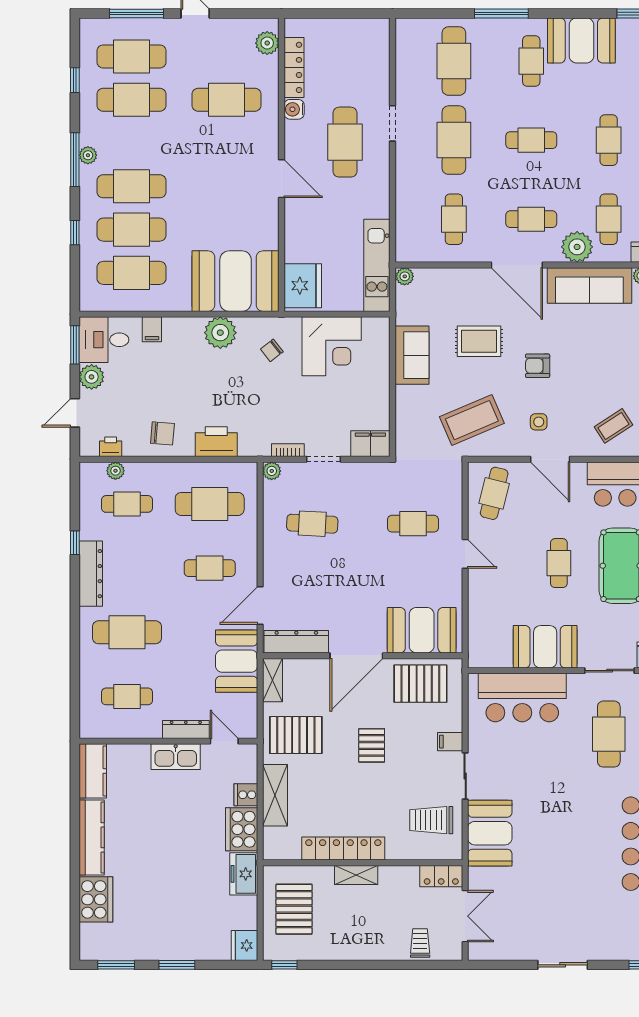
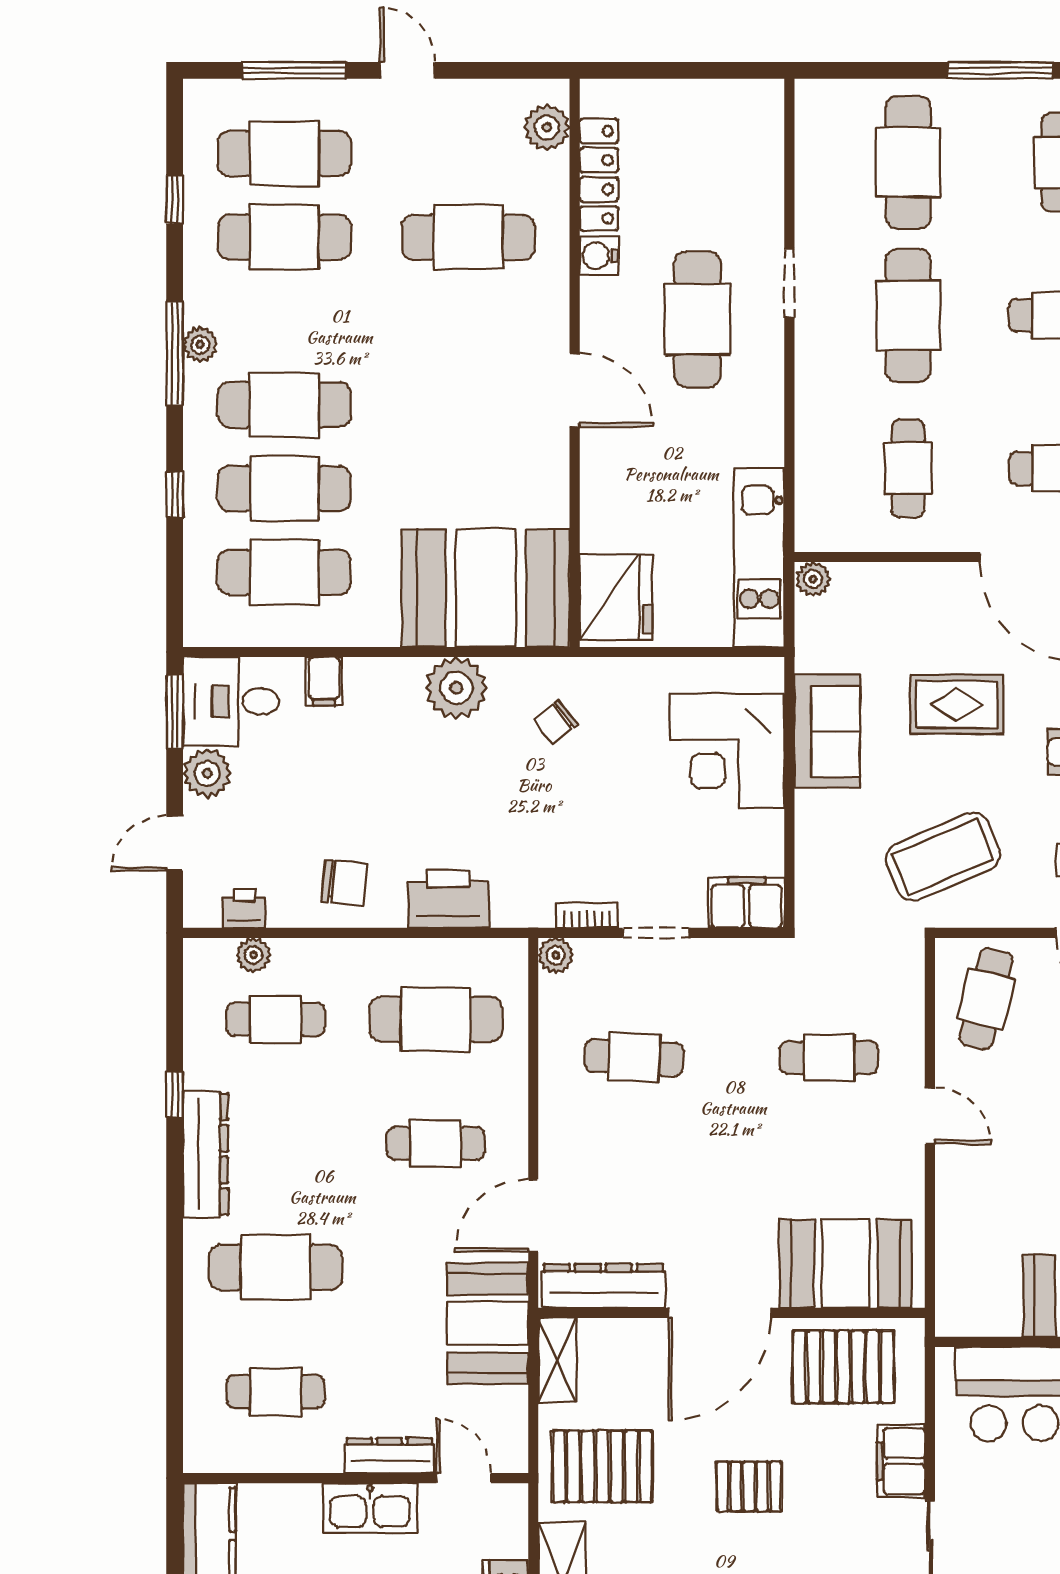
corner desk: (332, 346) -> (727, 751), moved, turned 90
filing cabinet: (450, 742) -> (901, 1461), width x2.00
pallet: (372, 745) -> (749, 1487), turned 90

